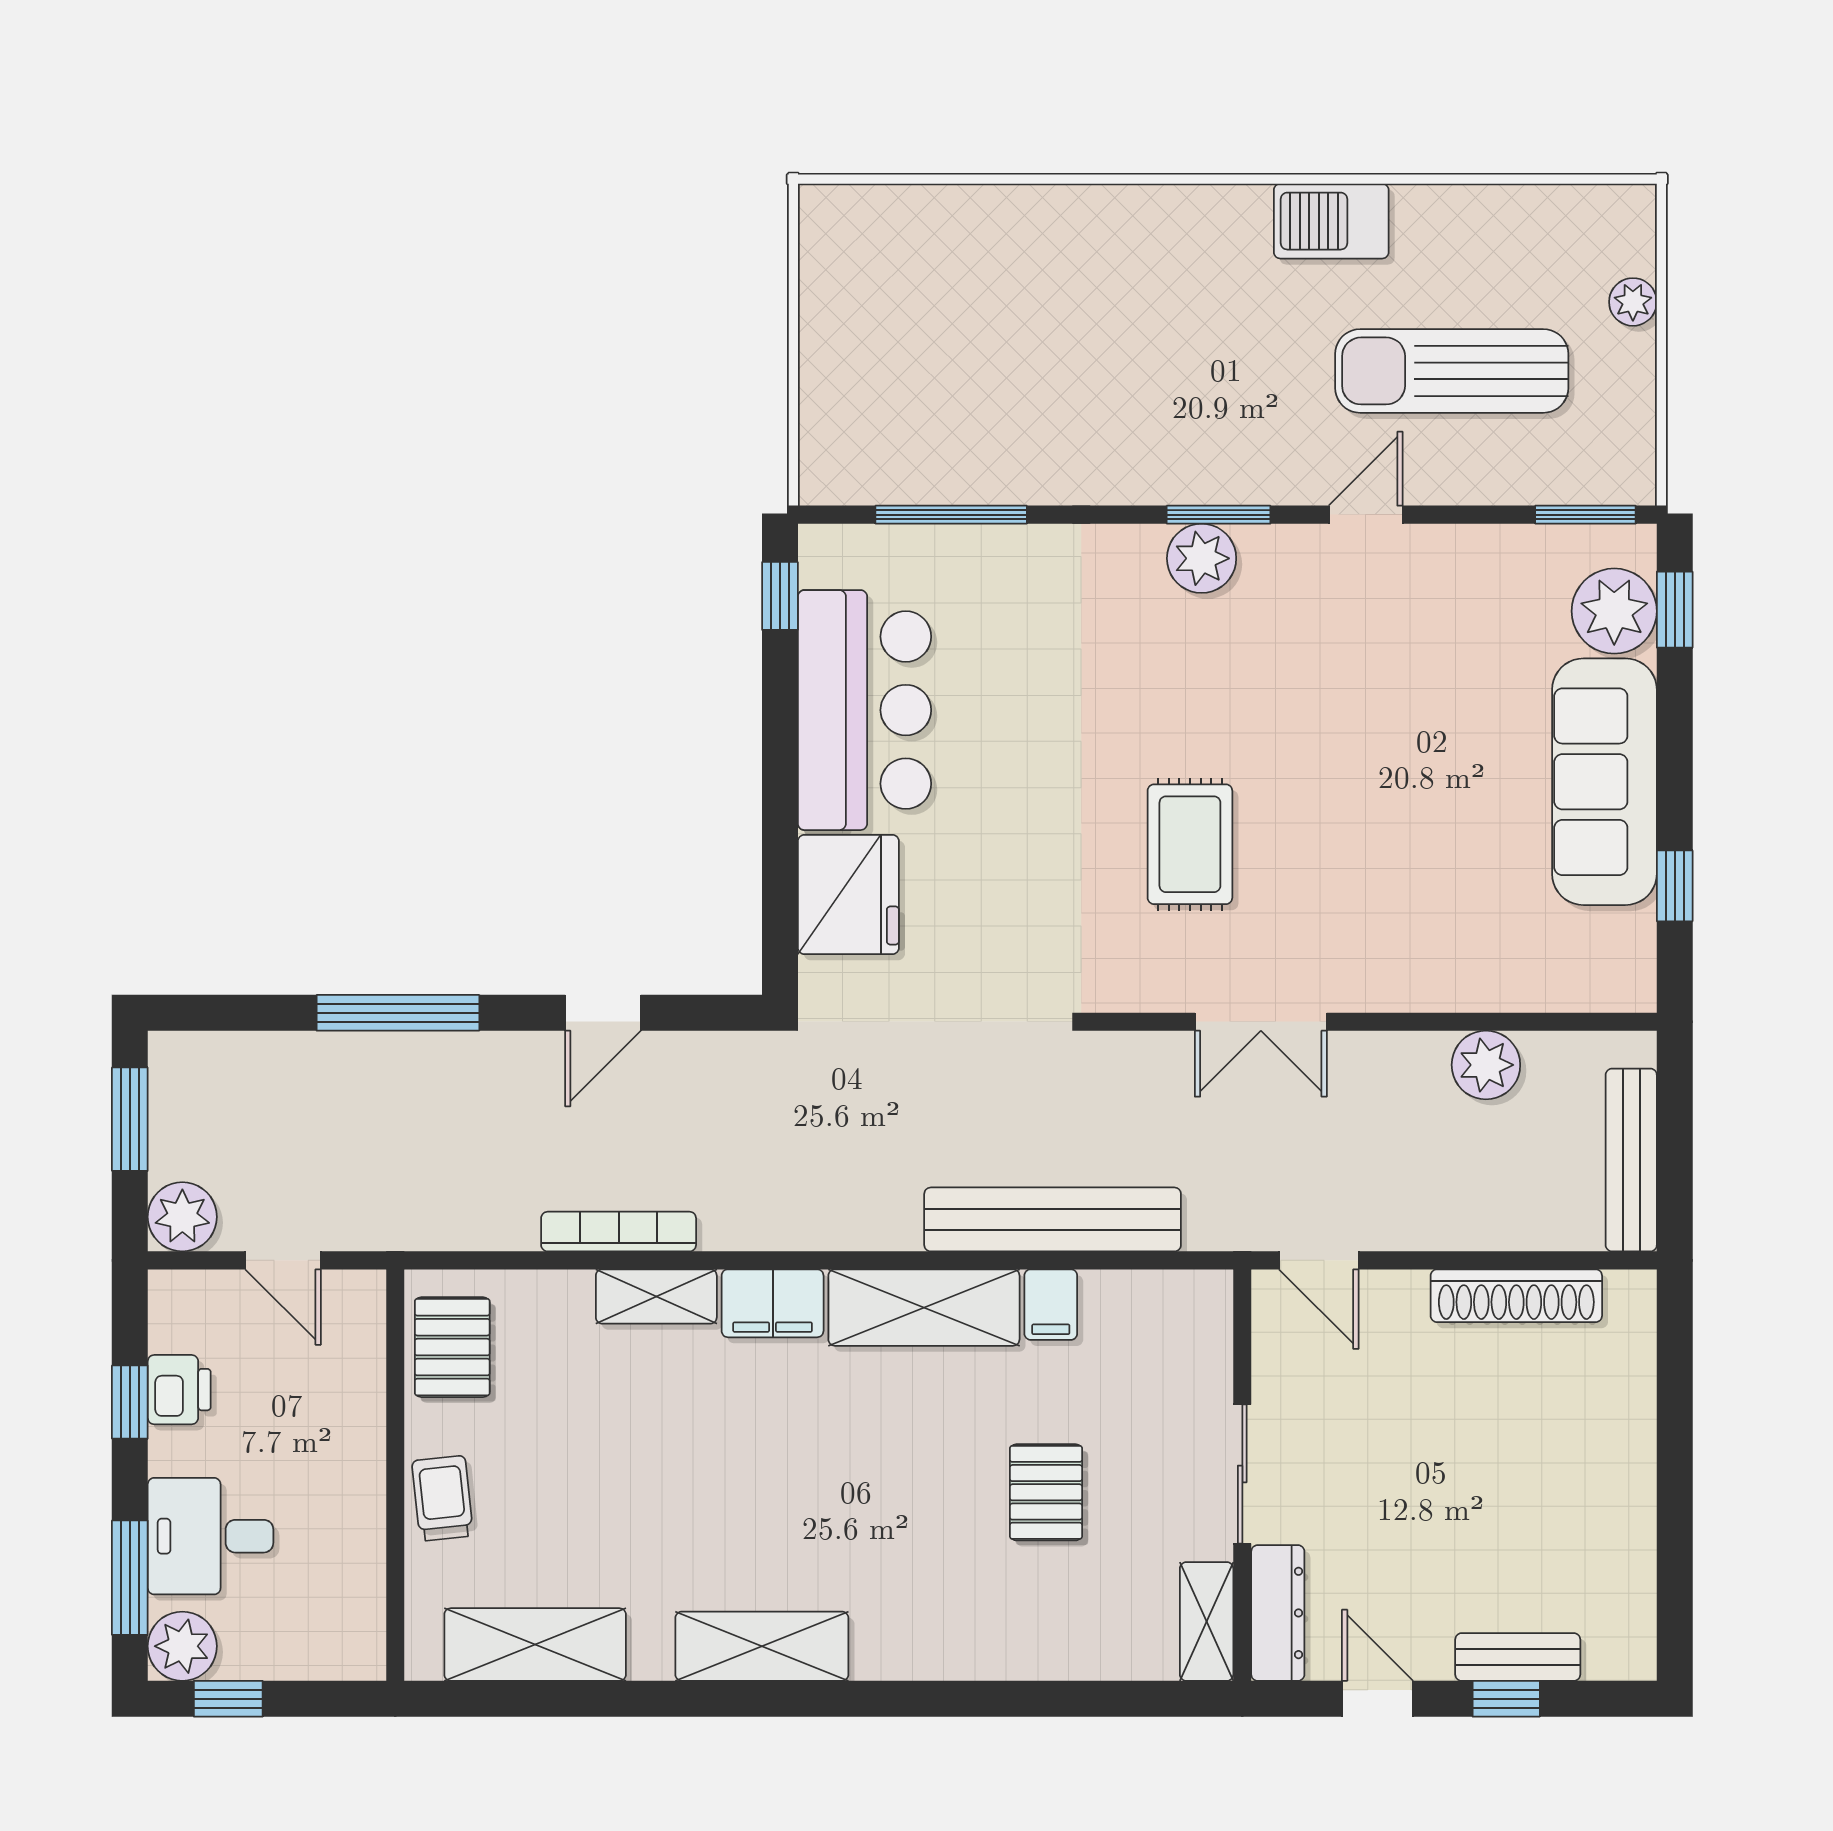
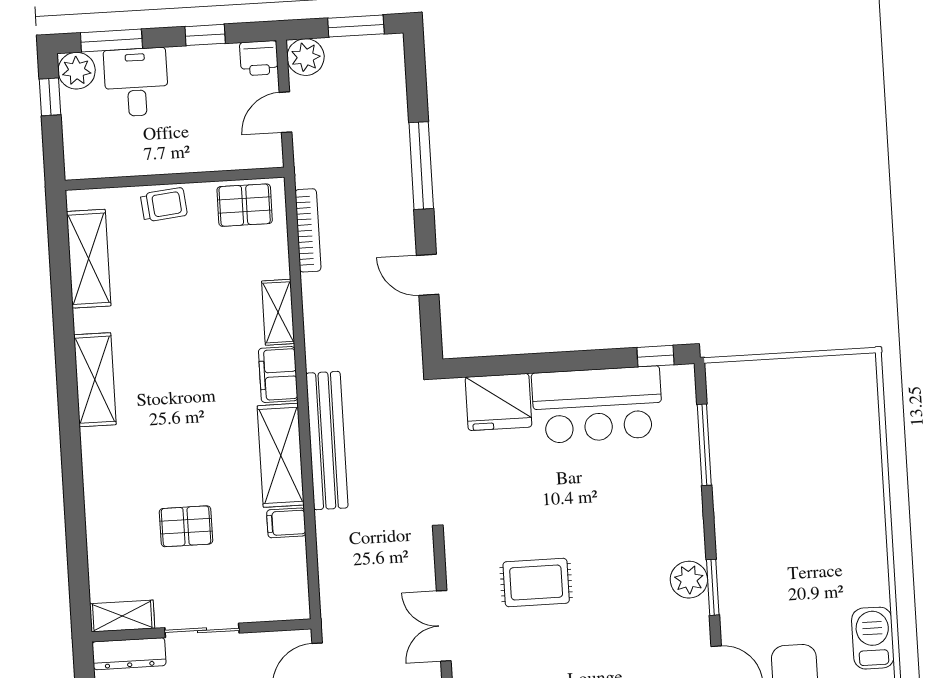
bench: (1053, 1219) -> (327, 441), moved
bookcase: (619, 1232) -> (308, 230), moved
printer: (179, 1390) -> (259, 58), moved

